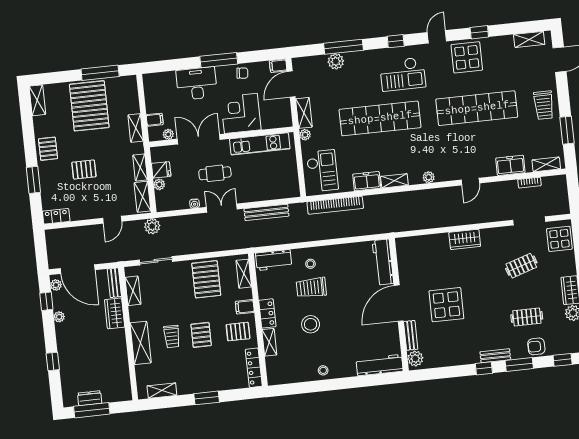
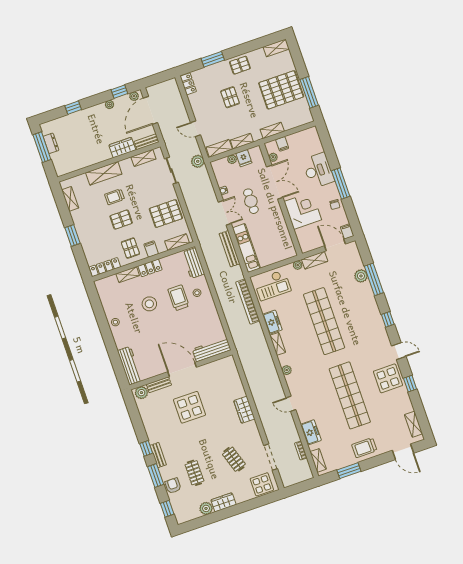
checkout: (403, 74) -> (363, 331), removed
kitchen unit: (260, 144) -> (246, 248), moved, turned 180

